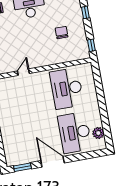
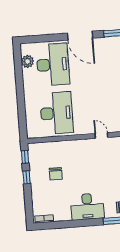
window: (85, 12) -> (27, 177), moved
door: (23, 72) -> (101, 135), swing flipped

